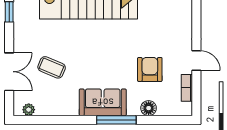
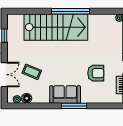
armchair: (150, 69) -> (96, 73), turned 90
floor lamp: (149, 108) -> (27, 98), moved

